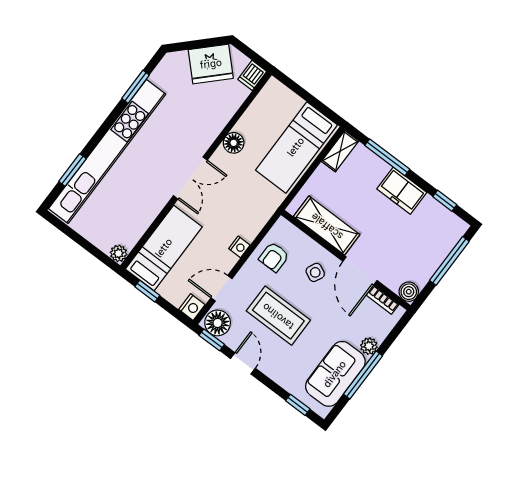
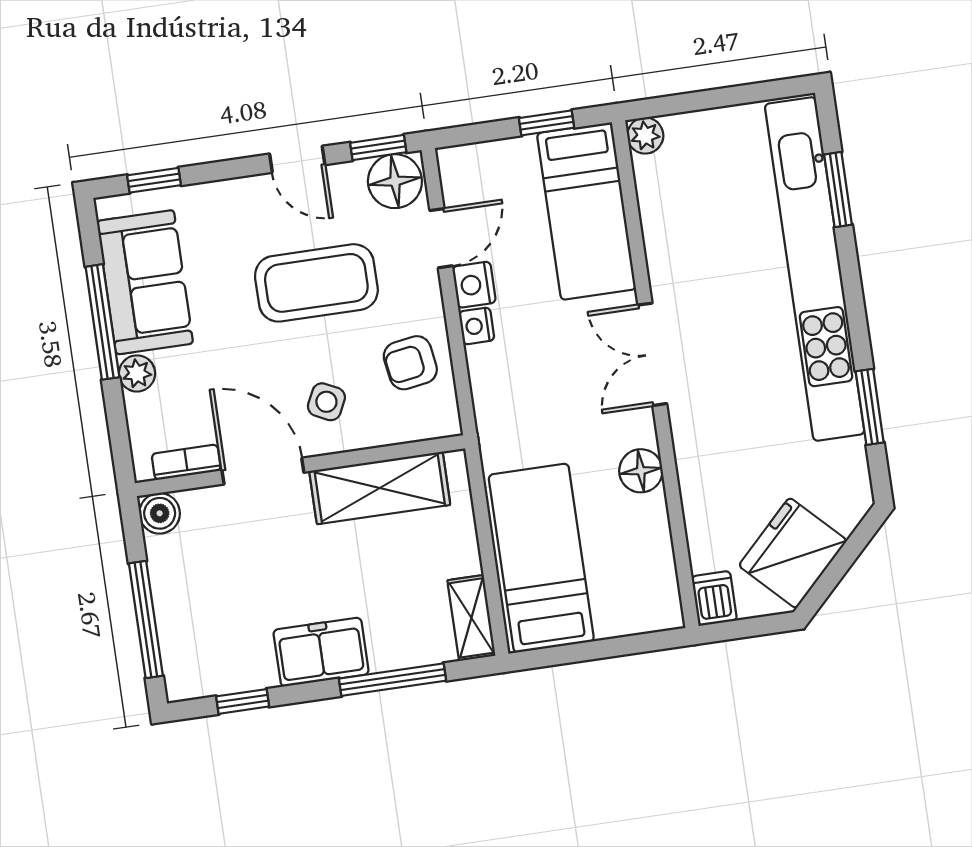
armchair: (274, 257) -> (410, 363), turned -99
nightstand: (192, 307) -> (474, 285), moved

